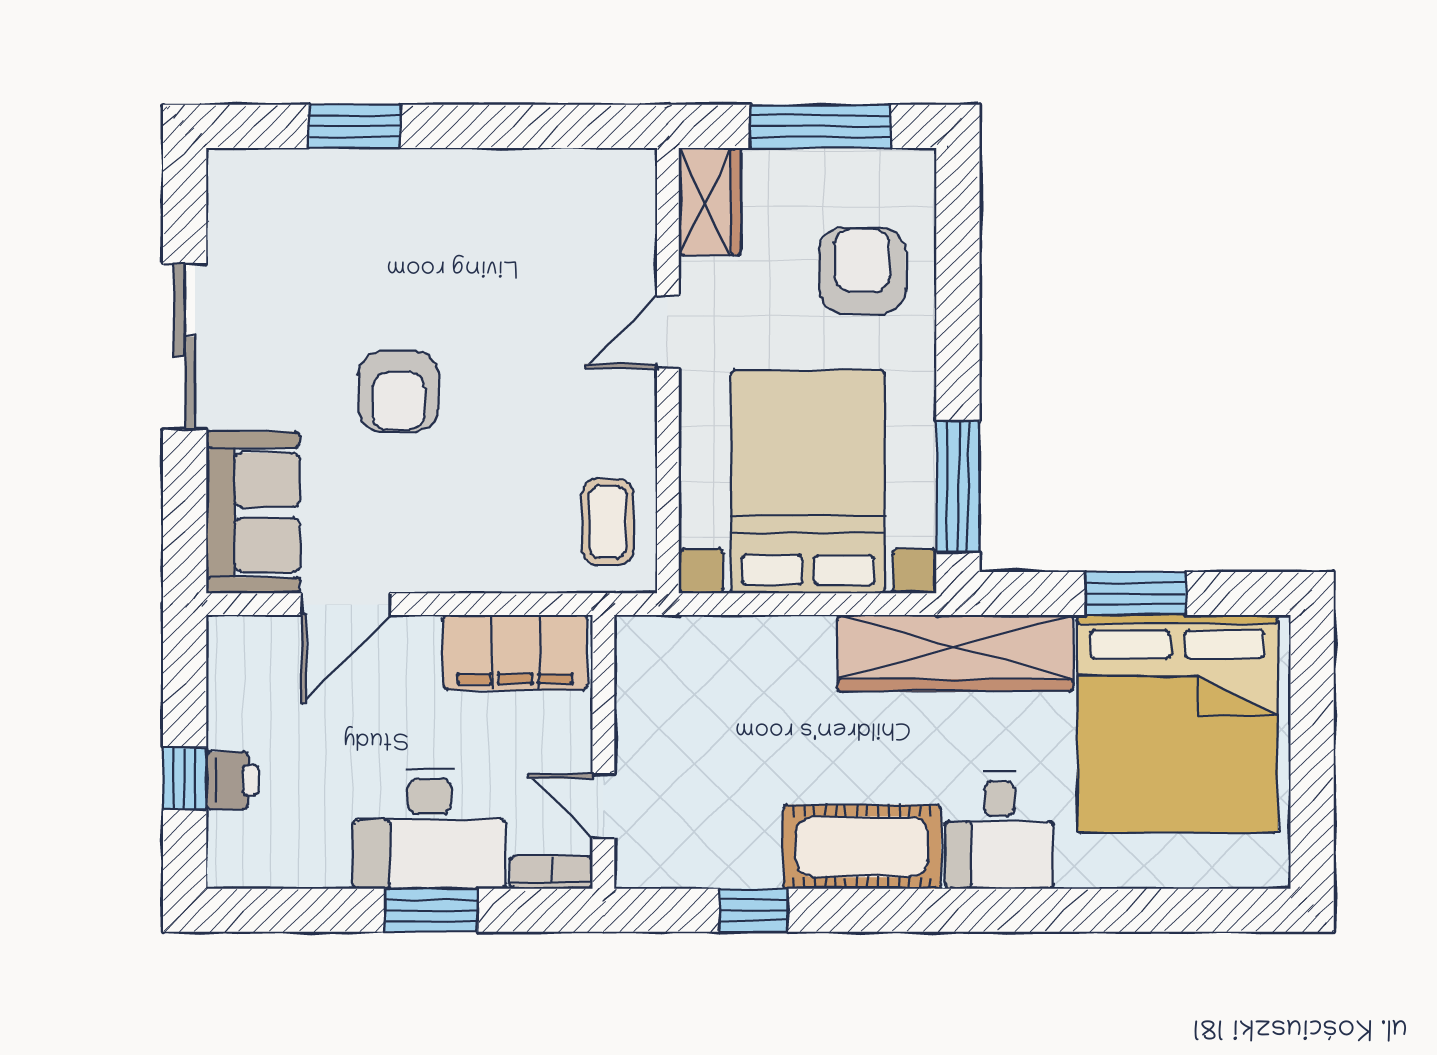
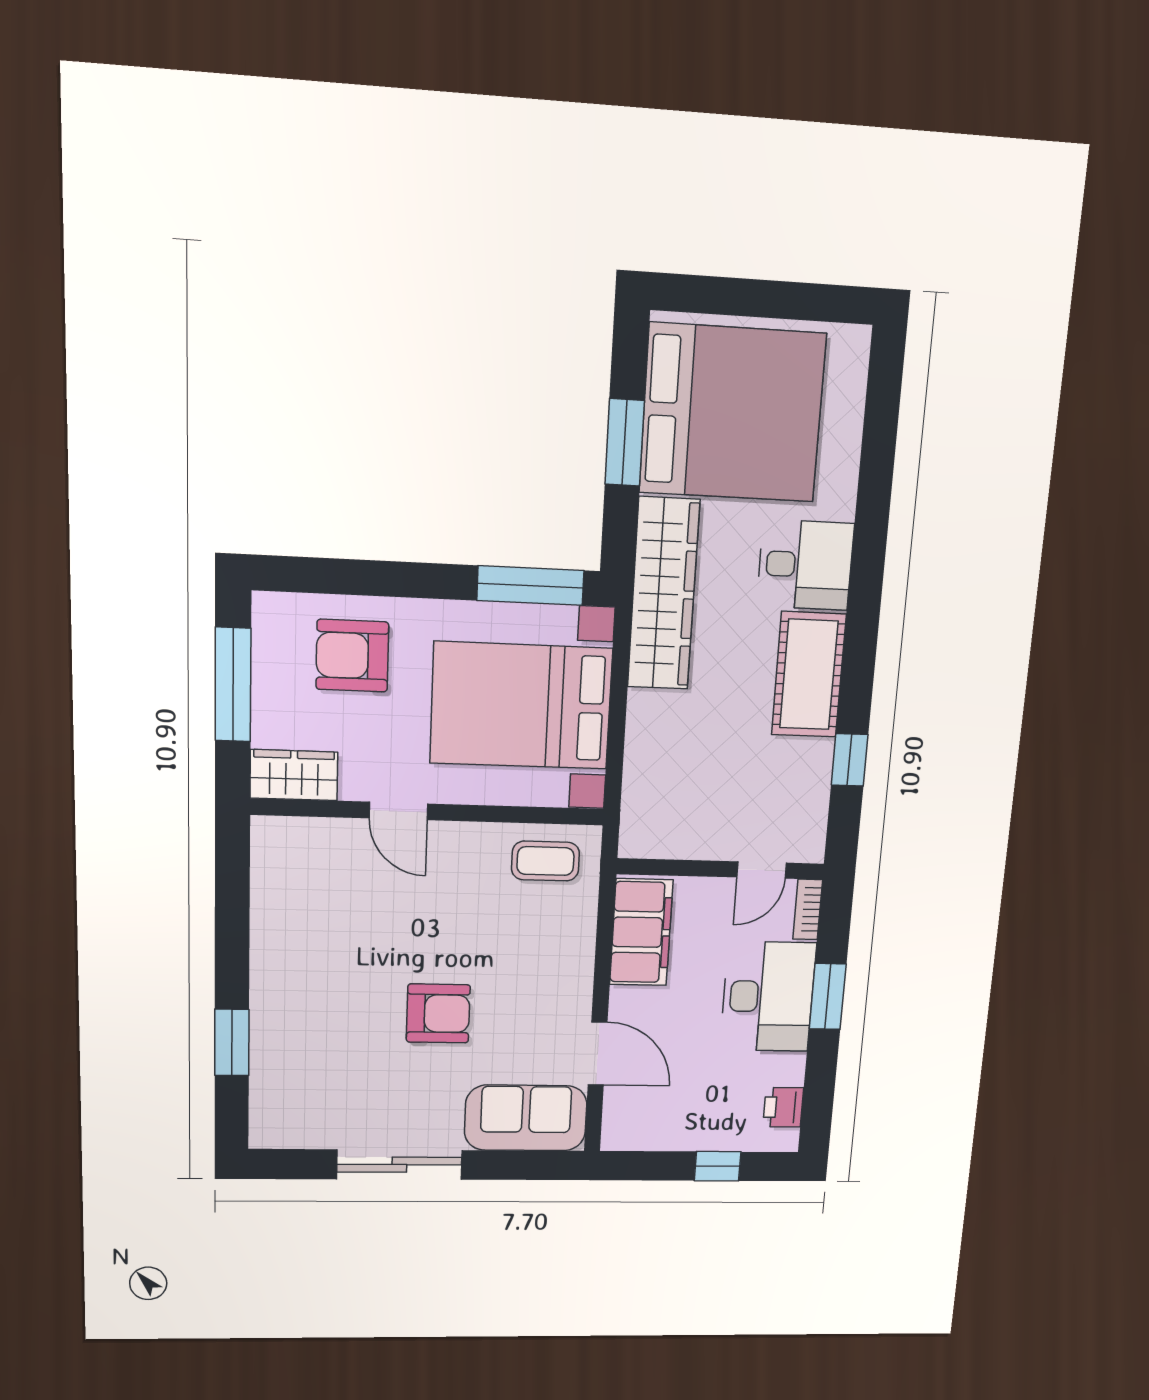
printer: (232, 781) -> (783, 1107), moved, turned -90

